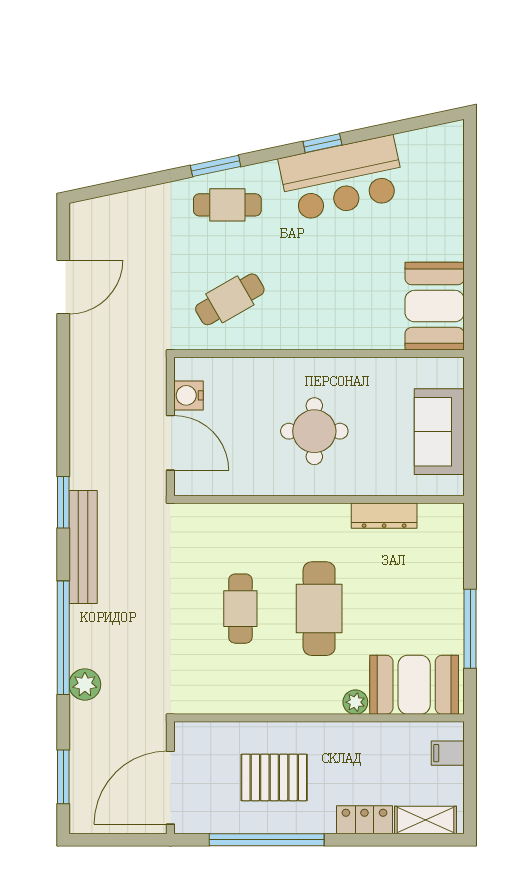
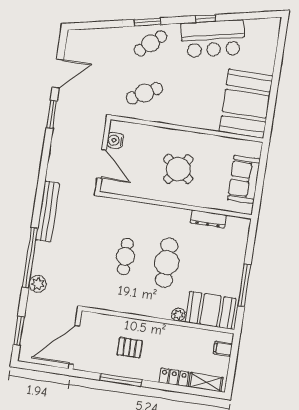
cafe table: (227, 205) -> (151, 43), turned -42
booth: (435, 306) -> (246, 104), width x1.36, depth x1.42
round table: (314, 431) -> (178, 169), turned 37
window: (63, 502) -> (52, 114), moved
pallet: (274, 777) -> (130, 348), width x0.67, depth x0.71
window: (267, 840) -> (121, 380), width x0.68

